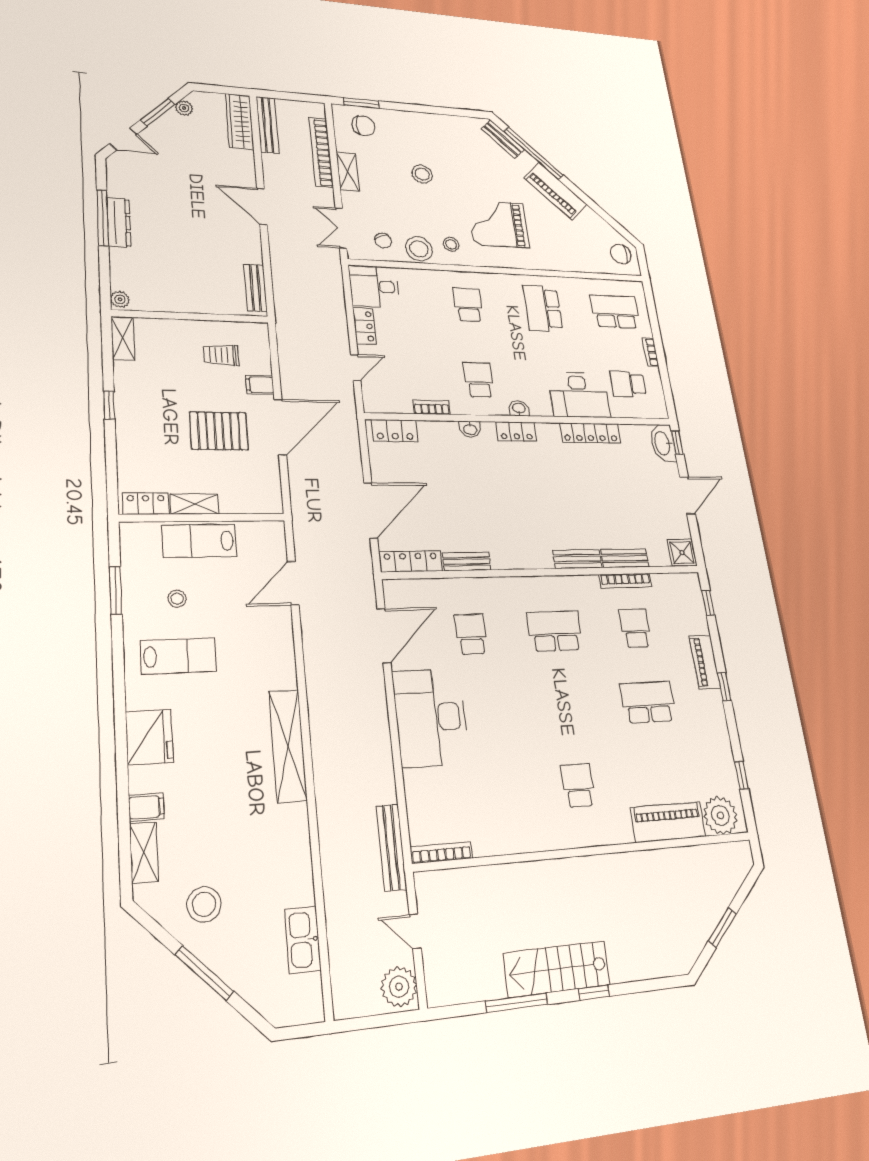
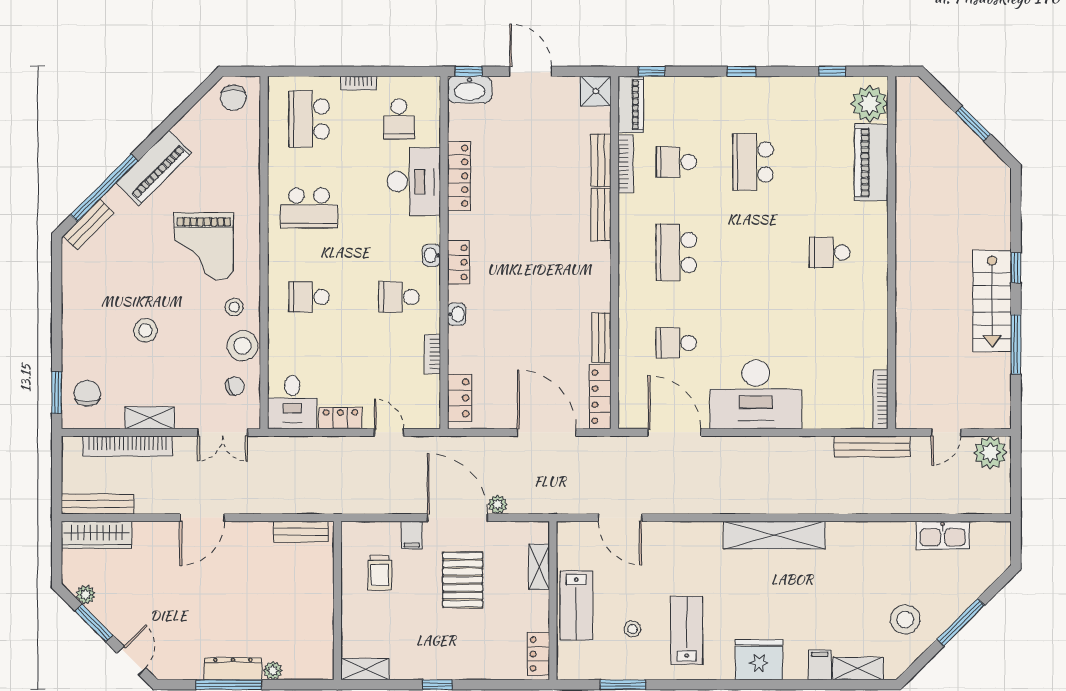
plant: (120, 299) -> (273, 671), moved
plant: (296, 464) -> (498, 504), added
shelving: (195, 504) -> (539, 567), moved
piano: (705, 662) -> (631, 105), moved, turned -90

